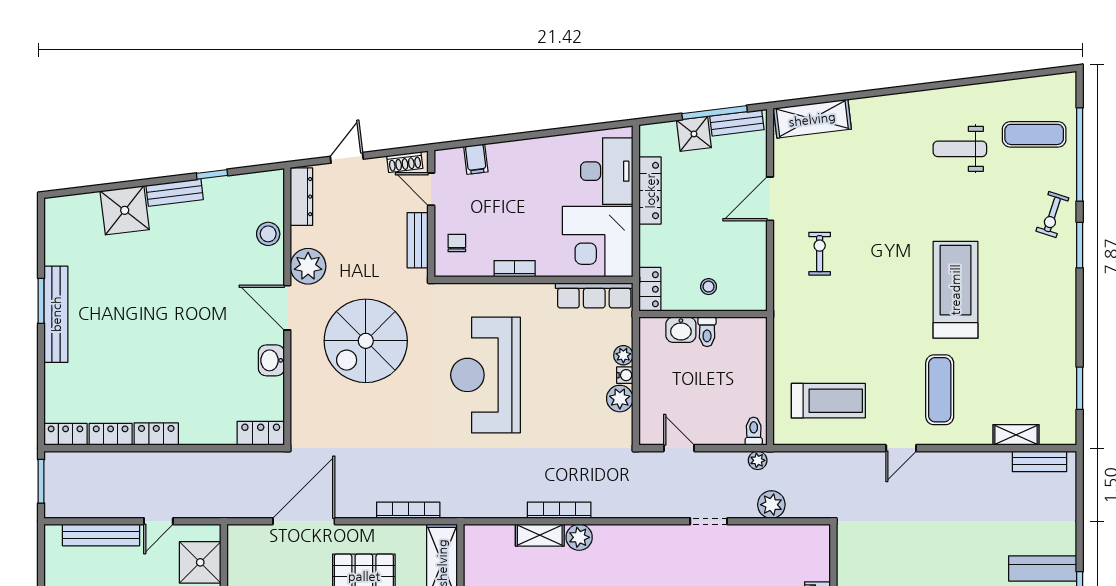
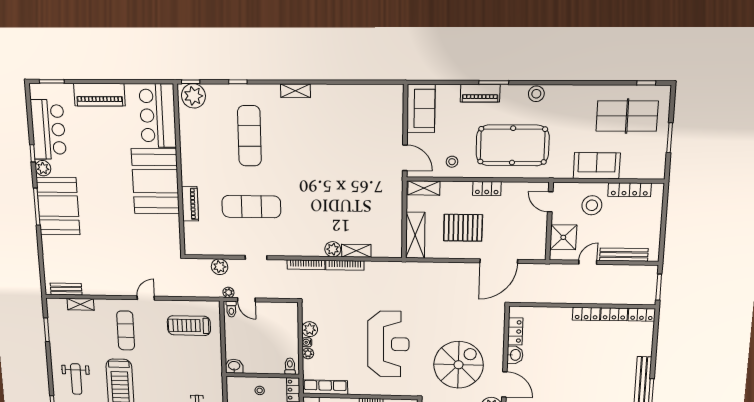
weight bench: (1033, 300) -> (76, 379), added
washbasin: (681, 330) -> (234, 366), moved
toilet: (707, 332) -> (290, 366), moved
locker: (261, 433) -> (515, 331), moved, turned -90
door: (679, 448) -> (246, 300), moved
bookcase: (408, 510) -> (306, 265), moved

